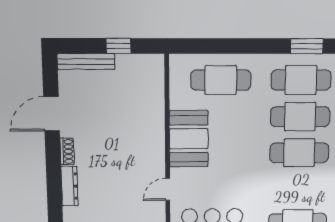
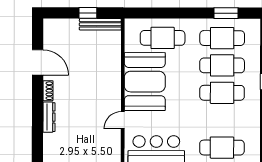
bench: (86, 62) -> (100, 24), moved
door: (52, 114) -> (38, 62), swing flipped
booth: (189, 139) -> (145, 82), width x1.36, depth x1.42

